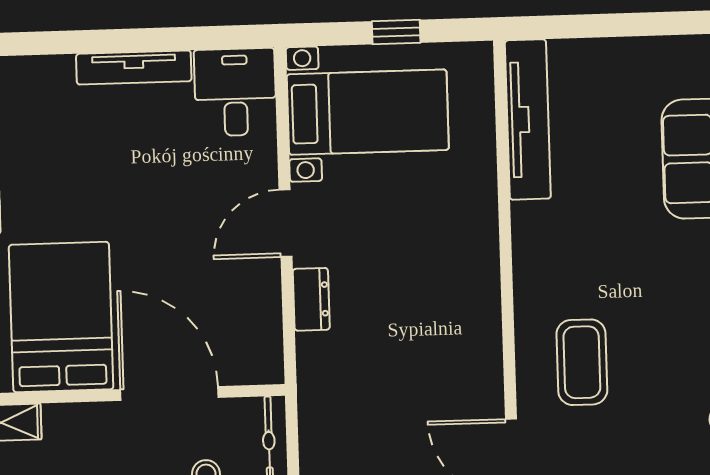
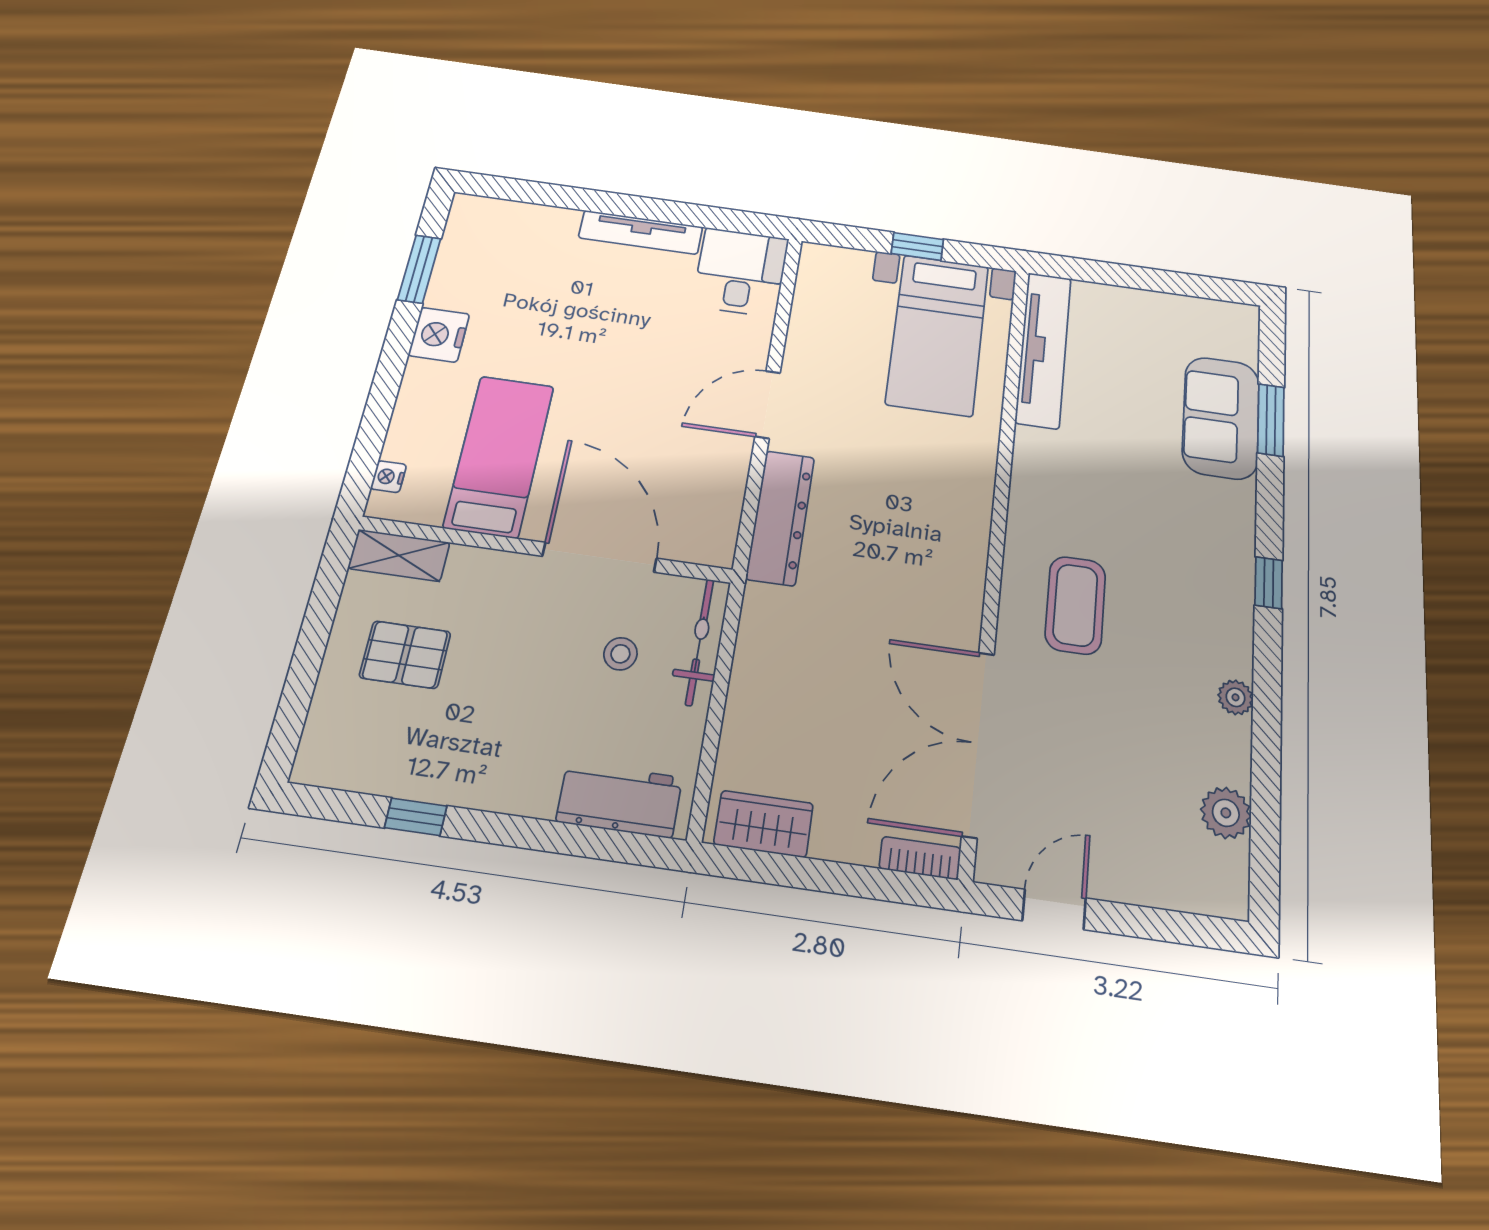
bed with nightstands: (368, 112) -> (938, 334), moved, turned 90
dresser: (311, 299) -> (780, 518), width x1.96, depth x1.24
bed: (61, 317) -> (499, 456), width x0.67

